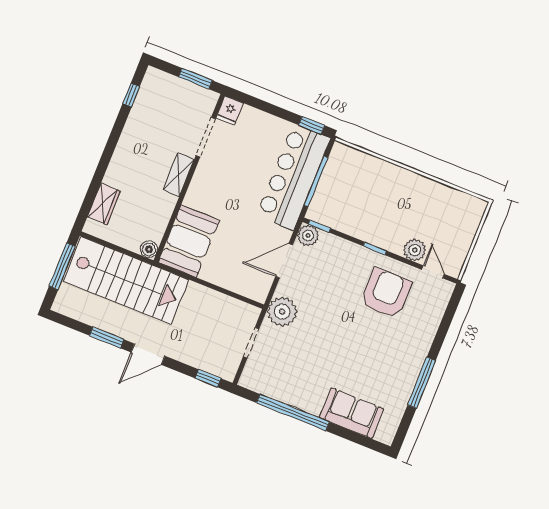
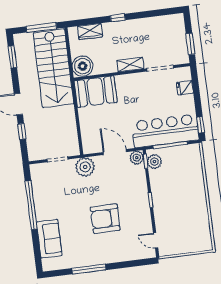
window: (131, 95) -> (118, 18), moved
fridge: (230, 110) -> (185, 88), moved
boiler: (149, 249) -> (83, 66), width x1.86, depth x1.86
plant: (415, 250) -> (154, 162), moved
door: (433, 272) -> (156, 240), swing flipped
armchair: (386, 293) -> (105, 219), moved, turned 180
window: (107, 338) -> (12, 57), moved
window: (208, 378) -> (22, 132), moved

